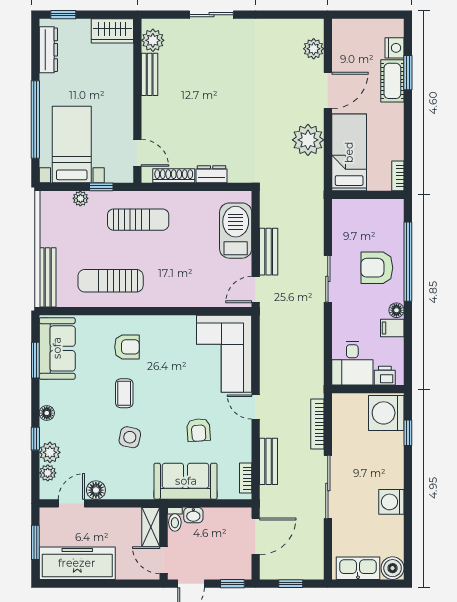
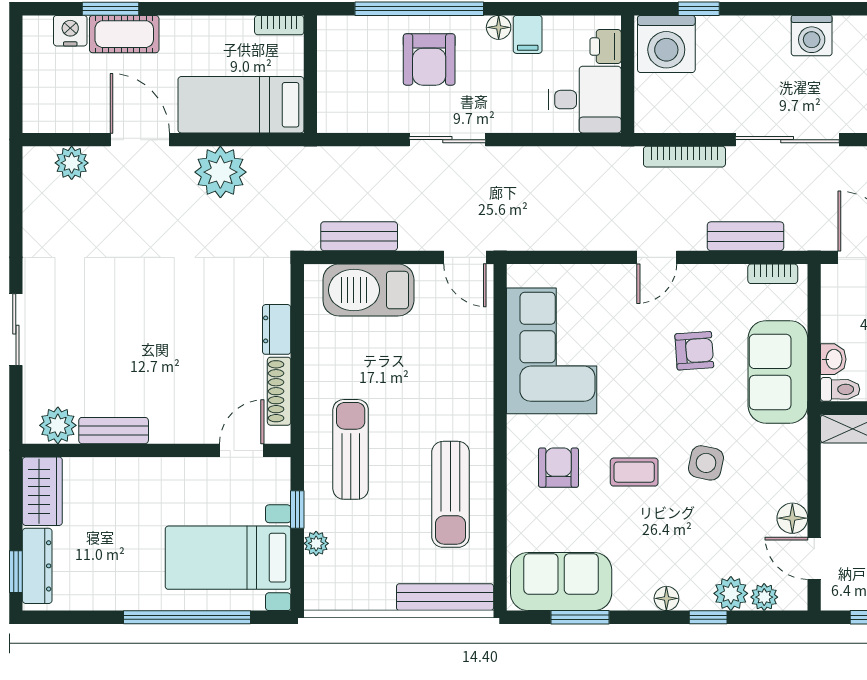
dresser: (48, 50) -> (37, 566), moved, turned 90
bench: (269, 252) -> (359, 236), moved
corner sofa: (224, 354) -> (552, 351), moved, turned -90

